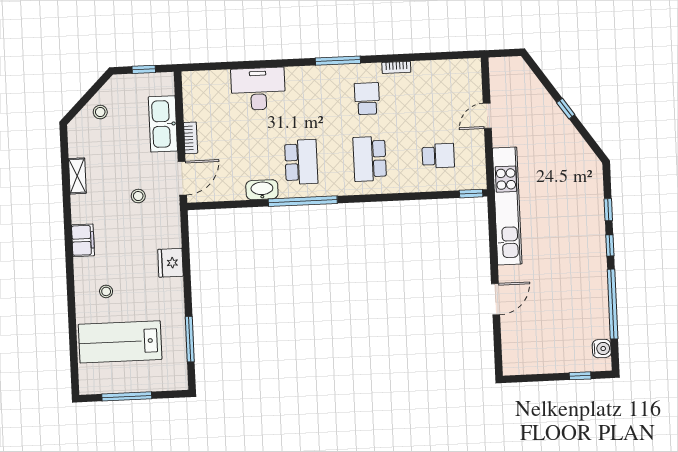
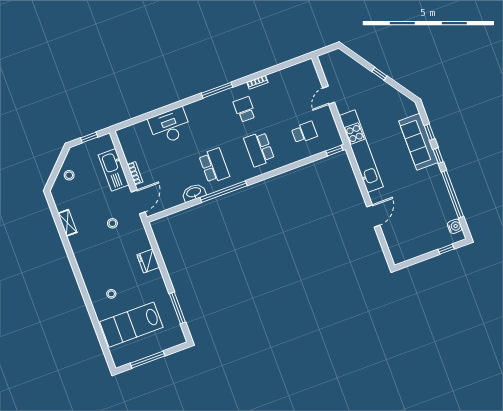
sofa: (589, 218) -> (418, 142), added
filing cabinet: (83, 240) -> (85, 265), removed

